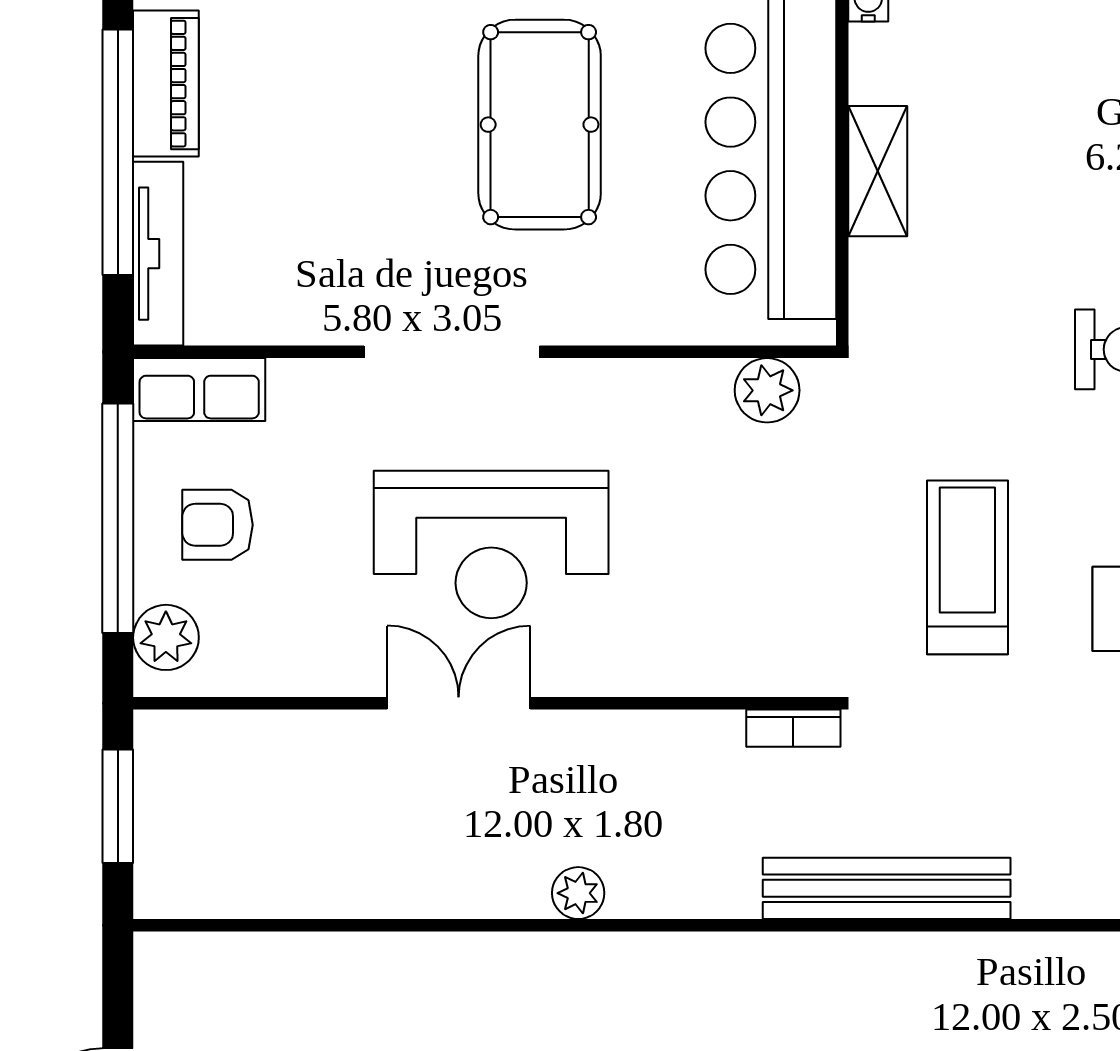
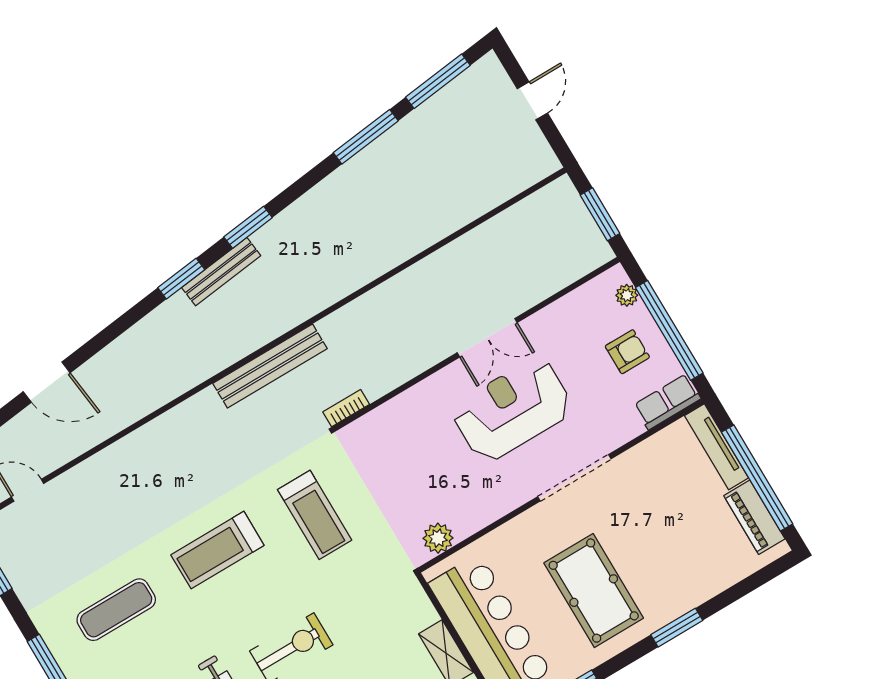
plant: (166, 637) -> (627, 295), width x0.73, depth x0.73
plant: (578, 893) -> (393, 290), removed

